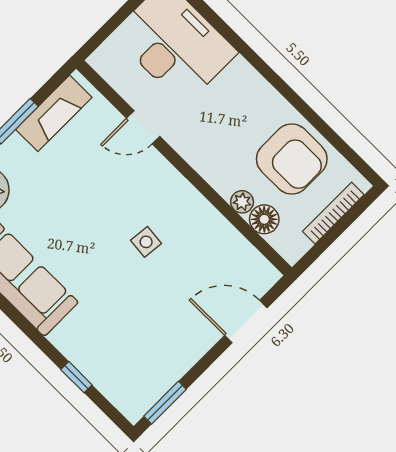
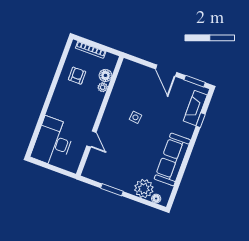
fireplace: (54, 113) -> (195, 108), moved, turned -90
armchair: (292, 159) -> (77, 76), width x0.53, depth x0.53
door: (246, 322) -> (166, 71), moved

